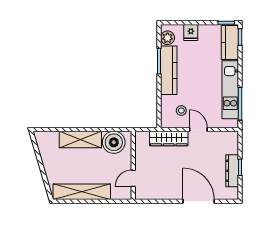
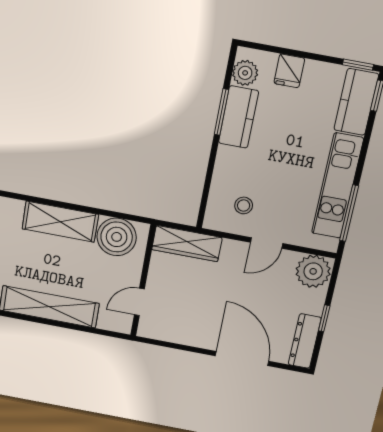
kitchen counter: (169, 70) -> (238, 117), width x0.67
door: (198, 129) -> (267, 243), swing flipped
wardrobe: (169, 138) -> (187, 244), moved
plant: (228, 141) -> (313, 271), added
dresser: (232, 171) -> (305, 341), moved

